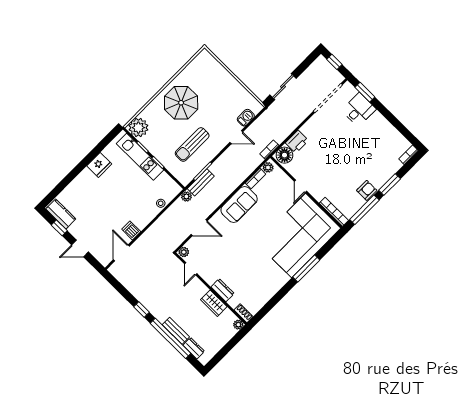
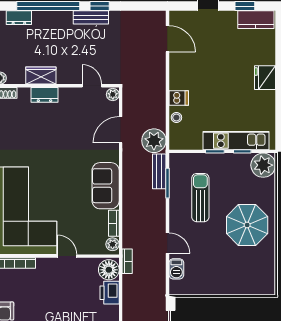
door: (236, 137) -> (167, 243), swing flipped
fridge: (99, 165) -> (265, 78), moved
plant: (186, 196) -> (154, 141), width x1.87, depth x1.87
dishwasher: (131, 230) -> (179, 98), moved
bench: (176, 331) -> (91, 17), moved

